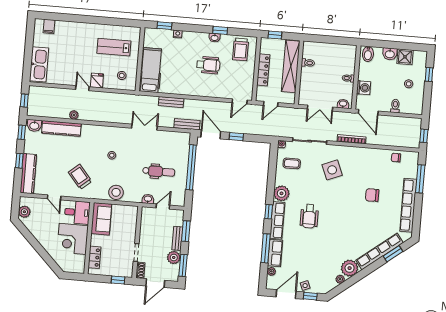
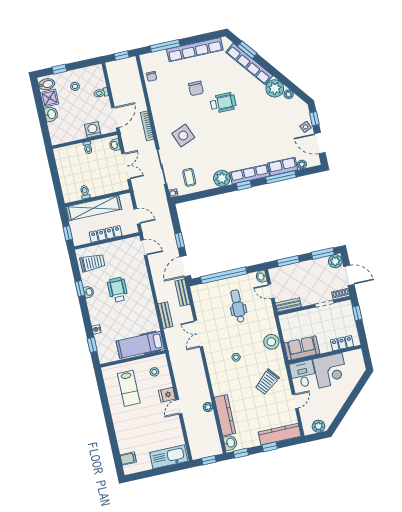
bidet: (368, 54) -> (47, 84), moved
washbasin: (148, 199) -> (261, 277), moved
wheelchair: (309, 216) -> (223, 103), moved
bench: (177, 238) -> (288, 305), moved
plant: (174, 257) -> (335, 261), moved

